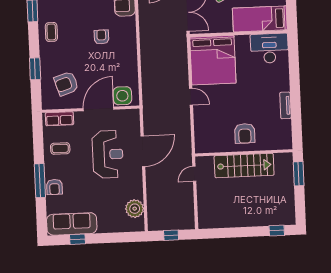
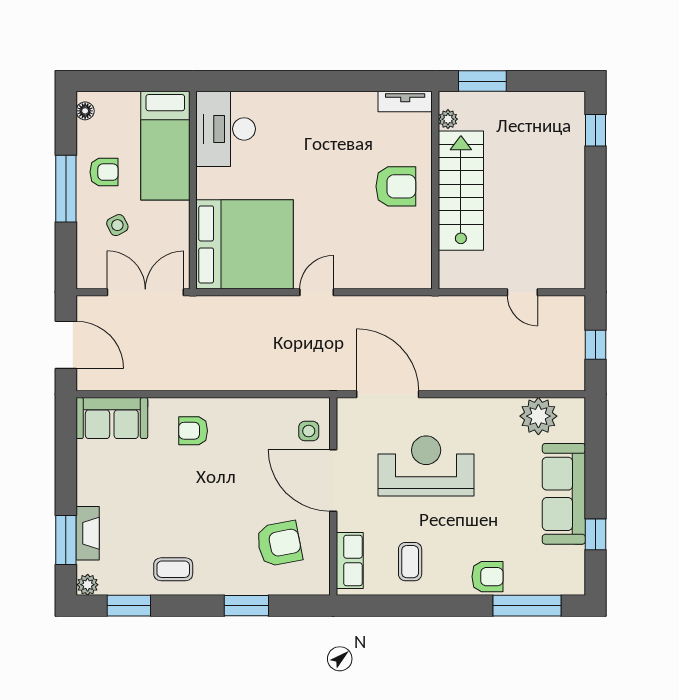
armchair: (101, 37) -> (193, 431), moved
armchair: (66, 84) -> (279, 544), turned -83
side table: (122, 96) -> (309, 431), width x0.54, depth x0.54
tv unit: (285, 105) -> (405, 102), moved
door: (143, 151) -> (388, 394), moved
plant: (279, 158) -> (448, 119), added
door: (194, 174) -> (522, 292), moved
window: (40, 181) -> (527, 606), moved
sofa: (72, 224) -> (564, 494), moved

